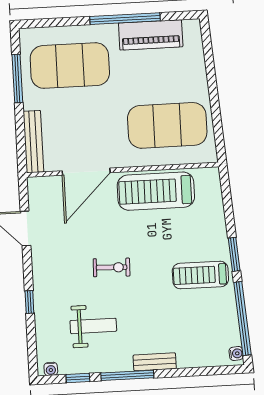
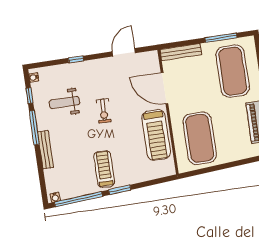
treadmill: (156, 191) -> (156, 135), turned 180
weight bench: (93, 326) -> (64, 102), turned 90
bench: (155, 362) -> (45, 150), width x1.36

